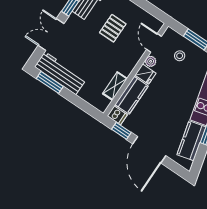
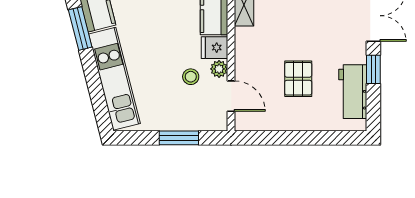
stool: (180, 56) -> (191, 77), moved

